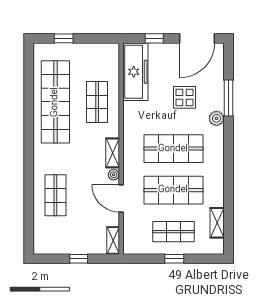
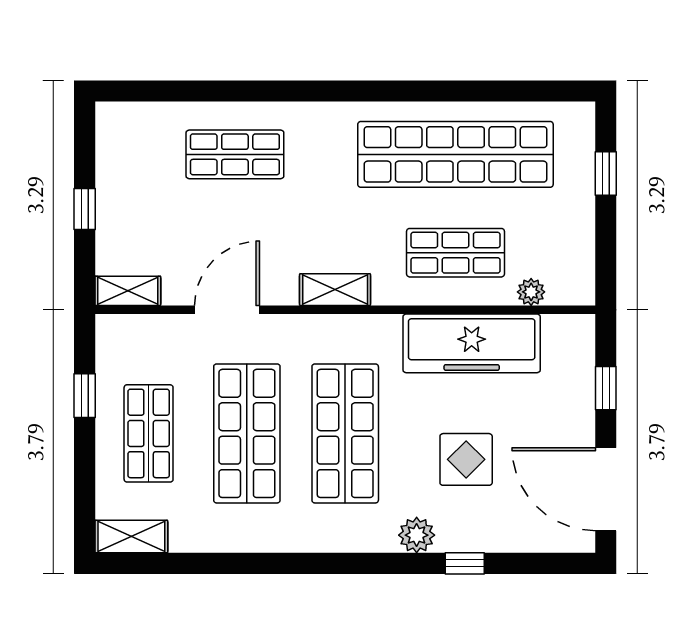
freezer: (135, 72) -> (472, 343), moved
window: (228, 98) -> (465, 563), width x0.46
plant: (114, 175) -> (531, 292), moved
shelving: (217, 223) -> (131, 537), moved
window: (174, 259) -> (85, 396), moved

